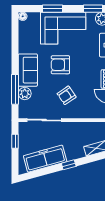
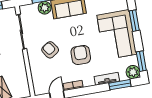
armchair: (60, 65) -> (81, 55), moved

